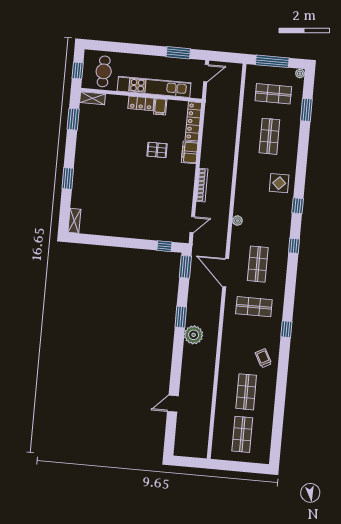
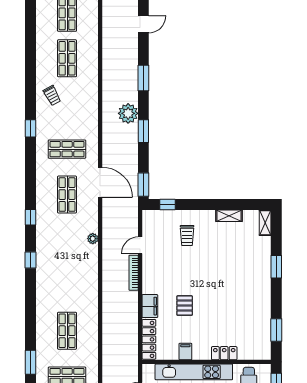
shelving: (93, 98) -> (229, 216), moved
locker: (141, 103) -> (224, 353), moved
pallet: (157, 150) -> (185, 306), turned 90
display table: (279, 183) -> (52, 282), removed
trolley: (149, 215) -> (187, 235), added
door: (192, 225) -> (140, 245), moved
window: (176, 367) -> (143, 78), added
door: (173, 404) -> (143, 24), moved

